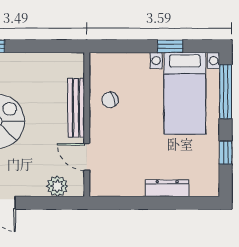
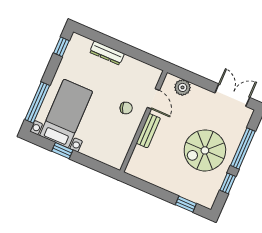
chair: (110, 100) -> (126, 108), moved
bench: (76, 108) -> (148, 131), width x0.73
window: (226, 153) -> (61, 47), moved

